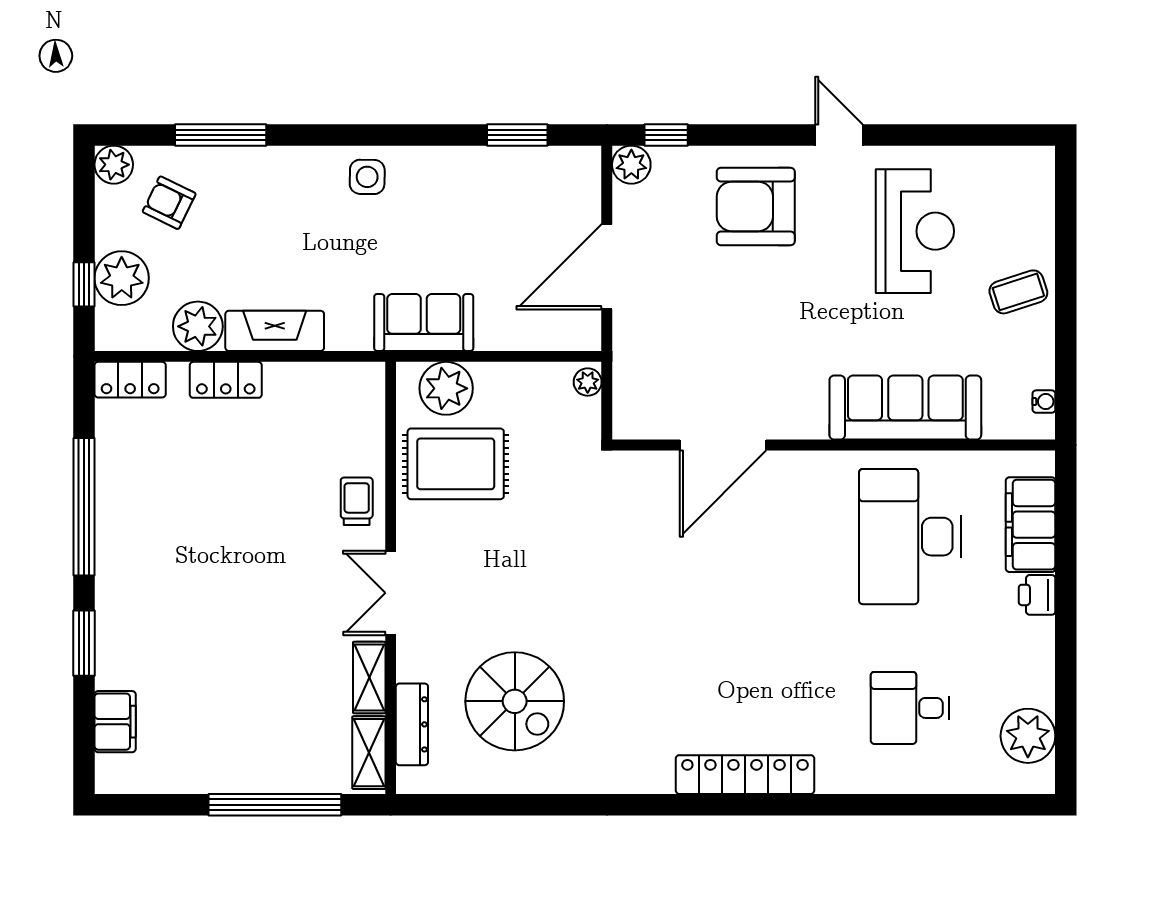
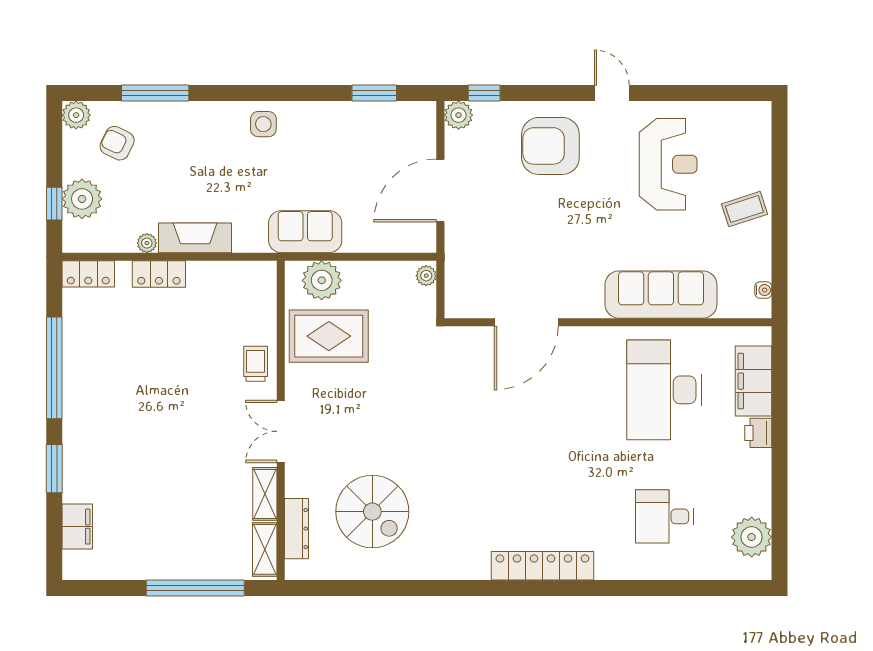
plant: (198, 326) -> (147, 243), width x0.53, depth x0.53

